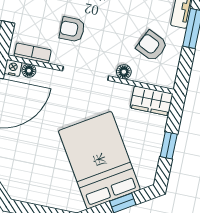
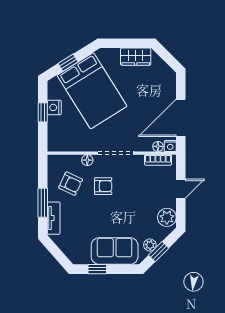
armchair: (72, 29) -> (103, 186), moved
wardrobe: (151, 101) -> (136, 57), moved, turned 180
nightstand: (152, 149) -> (54, 107), added

